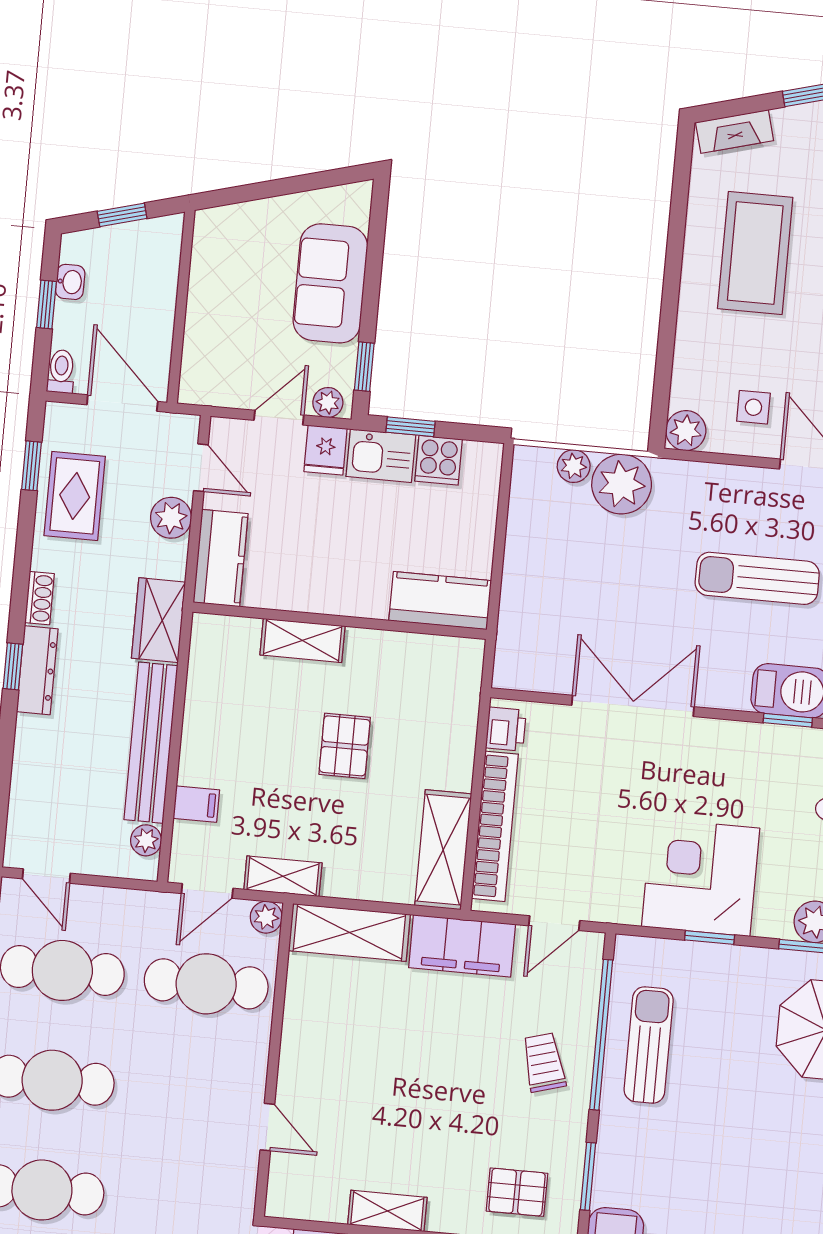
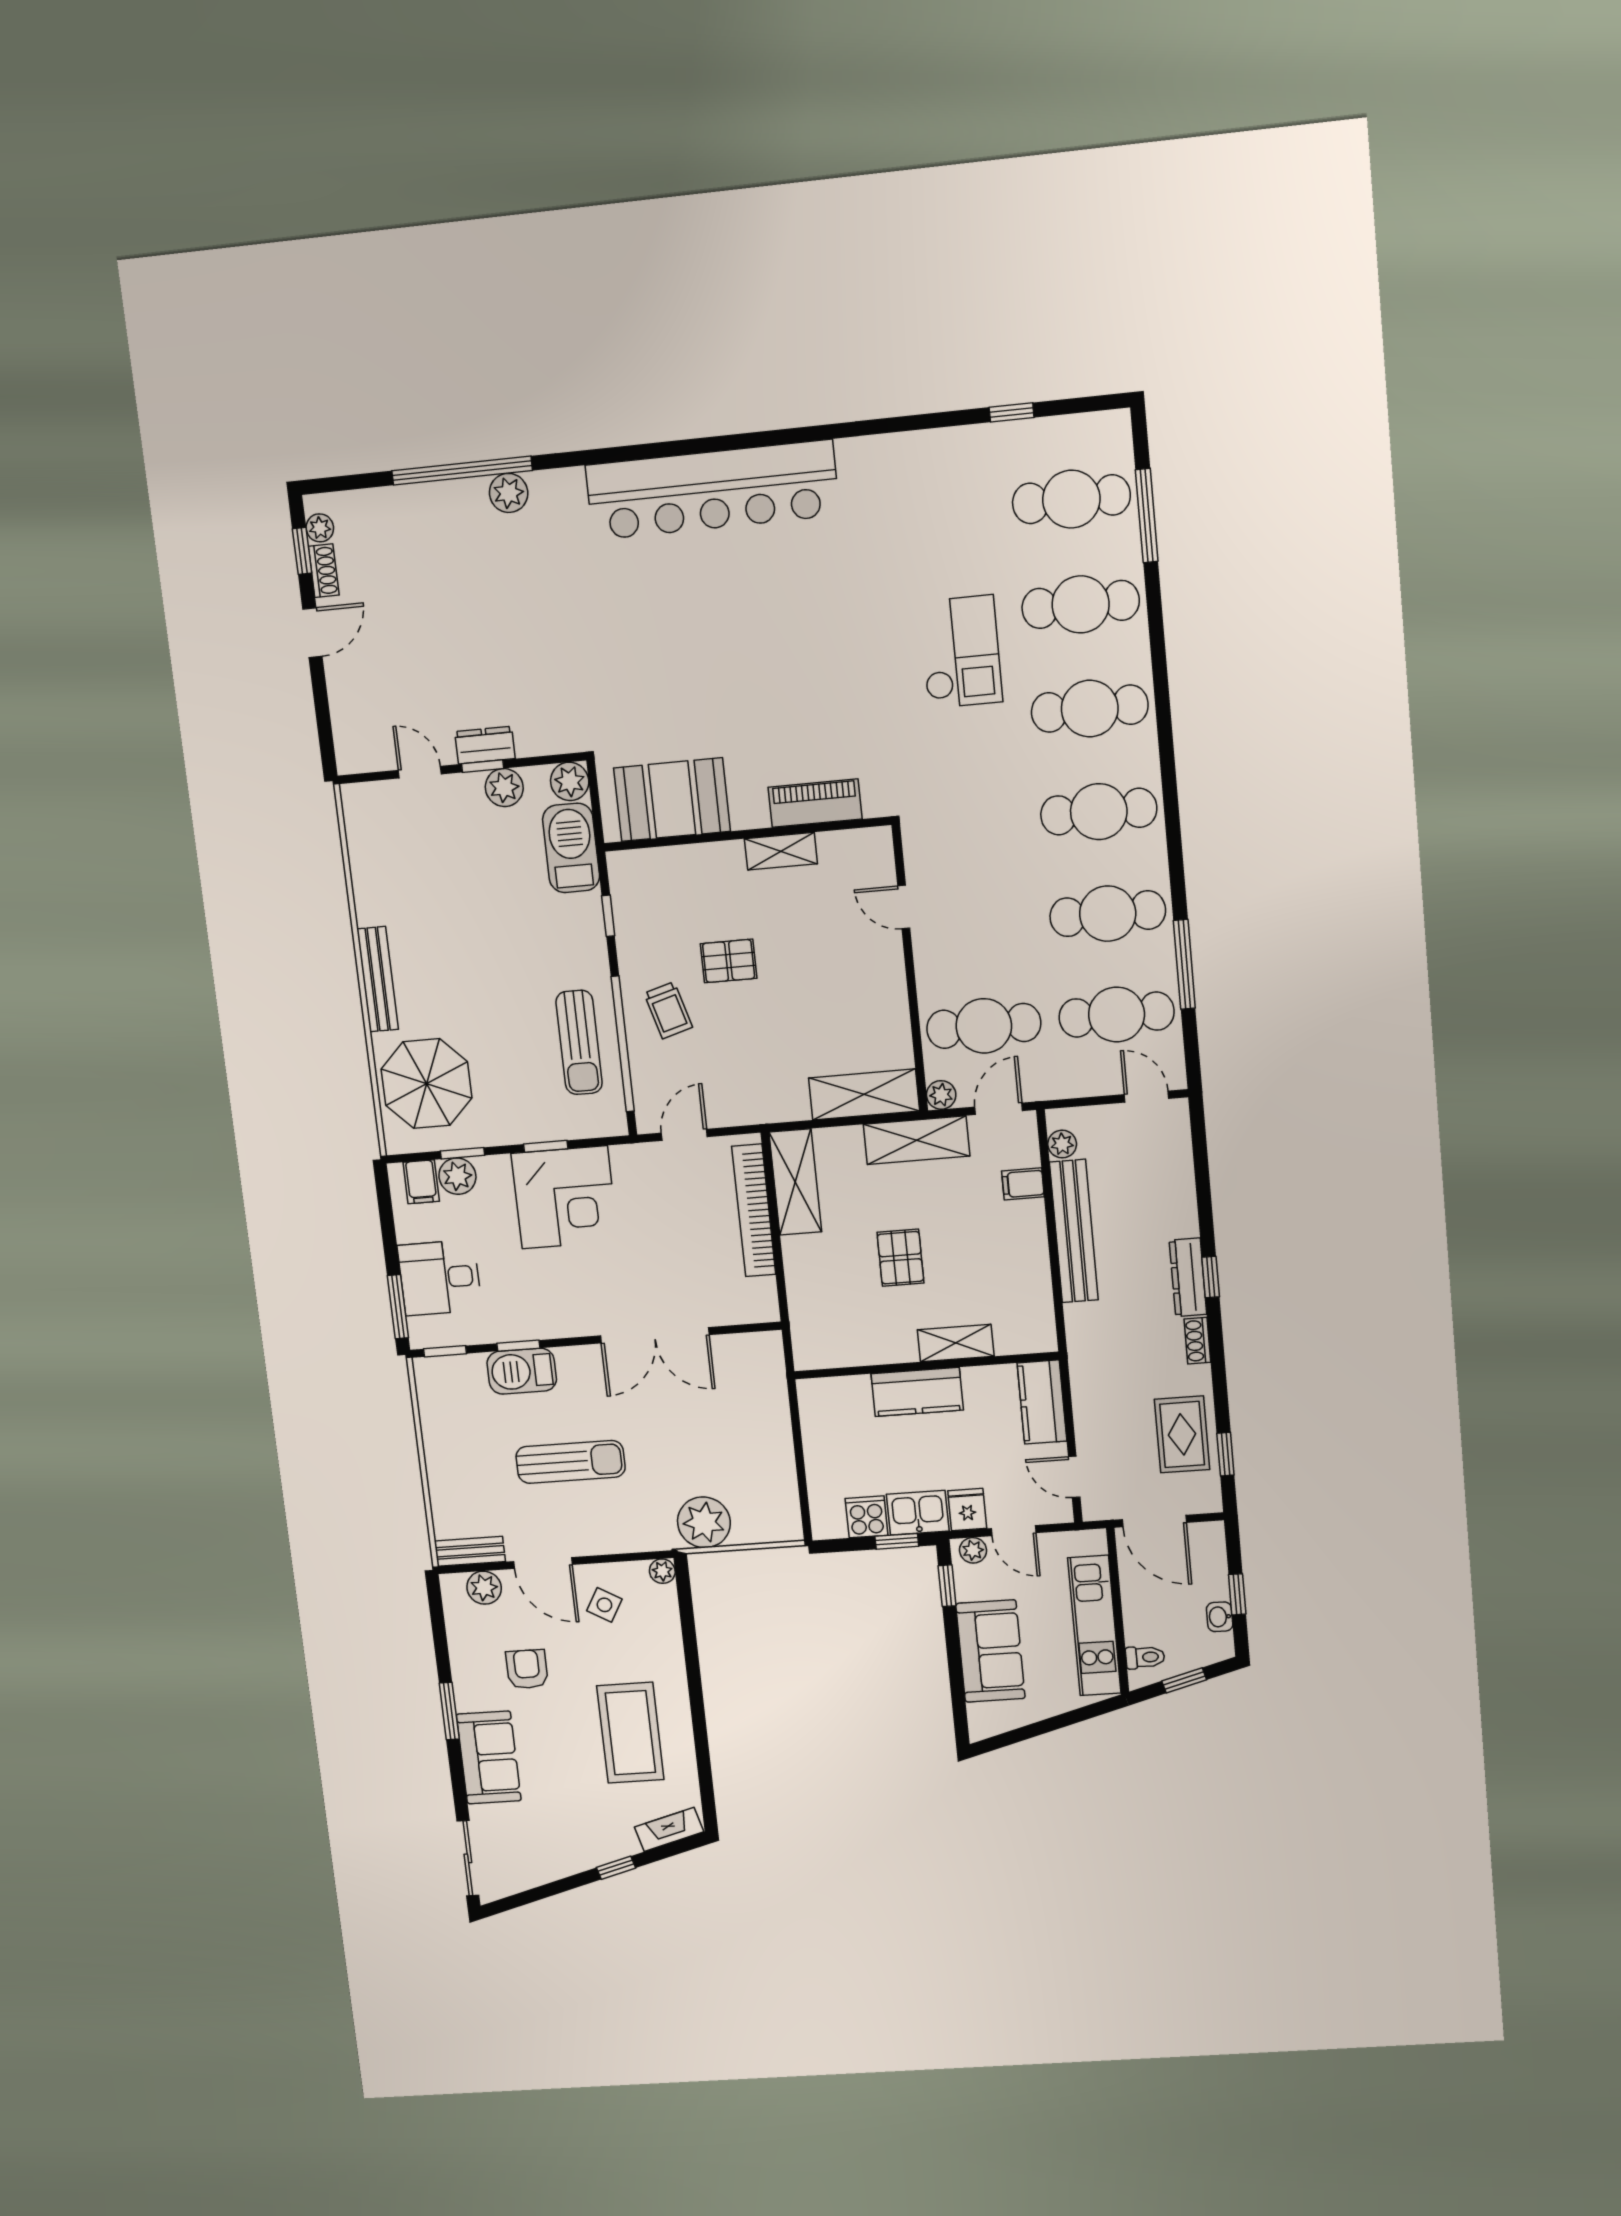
kitchen unit: (210, 294) -> (1094, 1626), added
toilet: (61, 371) -> (1145, 1657), moved, turned -90
side table: (753, 407) -> (604, 1605), turned 30
door: (279, 418) -> (1014, 1531), hinge flipped
plant: (686, 431) -> (662, 1571), width x0.73, depth x0.73
plant: (574, 466) -> (748, 1531), removed
plant: (171, 518) -> (1093, 1430), removed
kitchen counter: (440, 601) -> (917, 1392), moved
wardrobe: (159, 620) -> (1087, 1339), removed
printer: (506, 729) -> (761, 1296), removed
shelving: (283, 876) -> (917, 1140), width x1.50, depth x1.33
filing cabinet: (462, 946) -> (762, 1100), removed
window: (588, 1176) -> (608, 916), width x0.67
pallet: (517, 1192) -> (729, 961), moved

